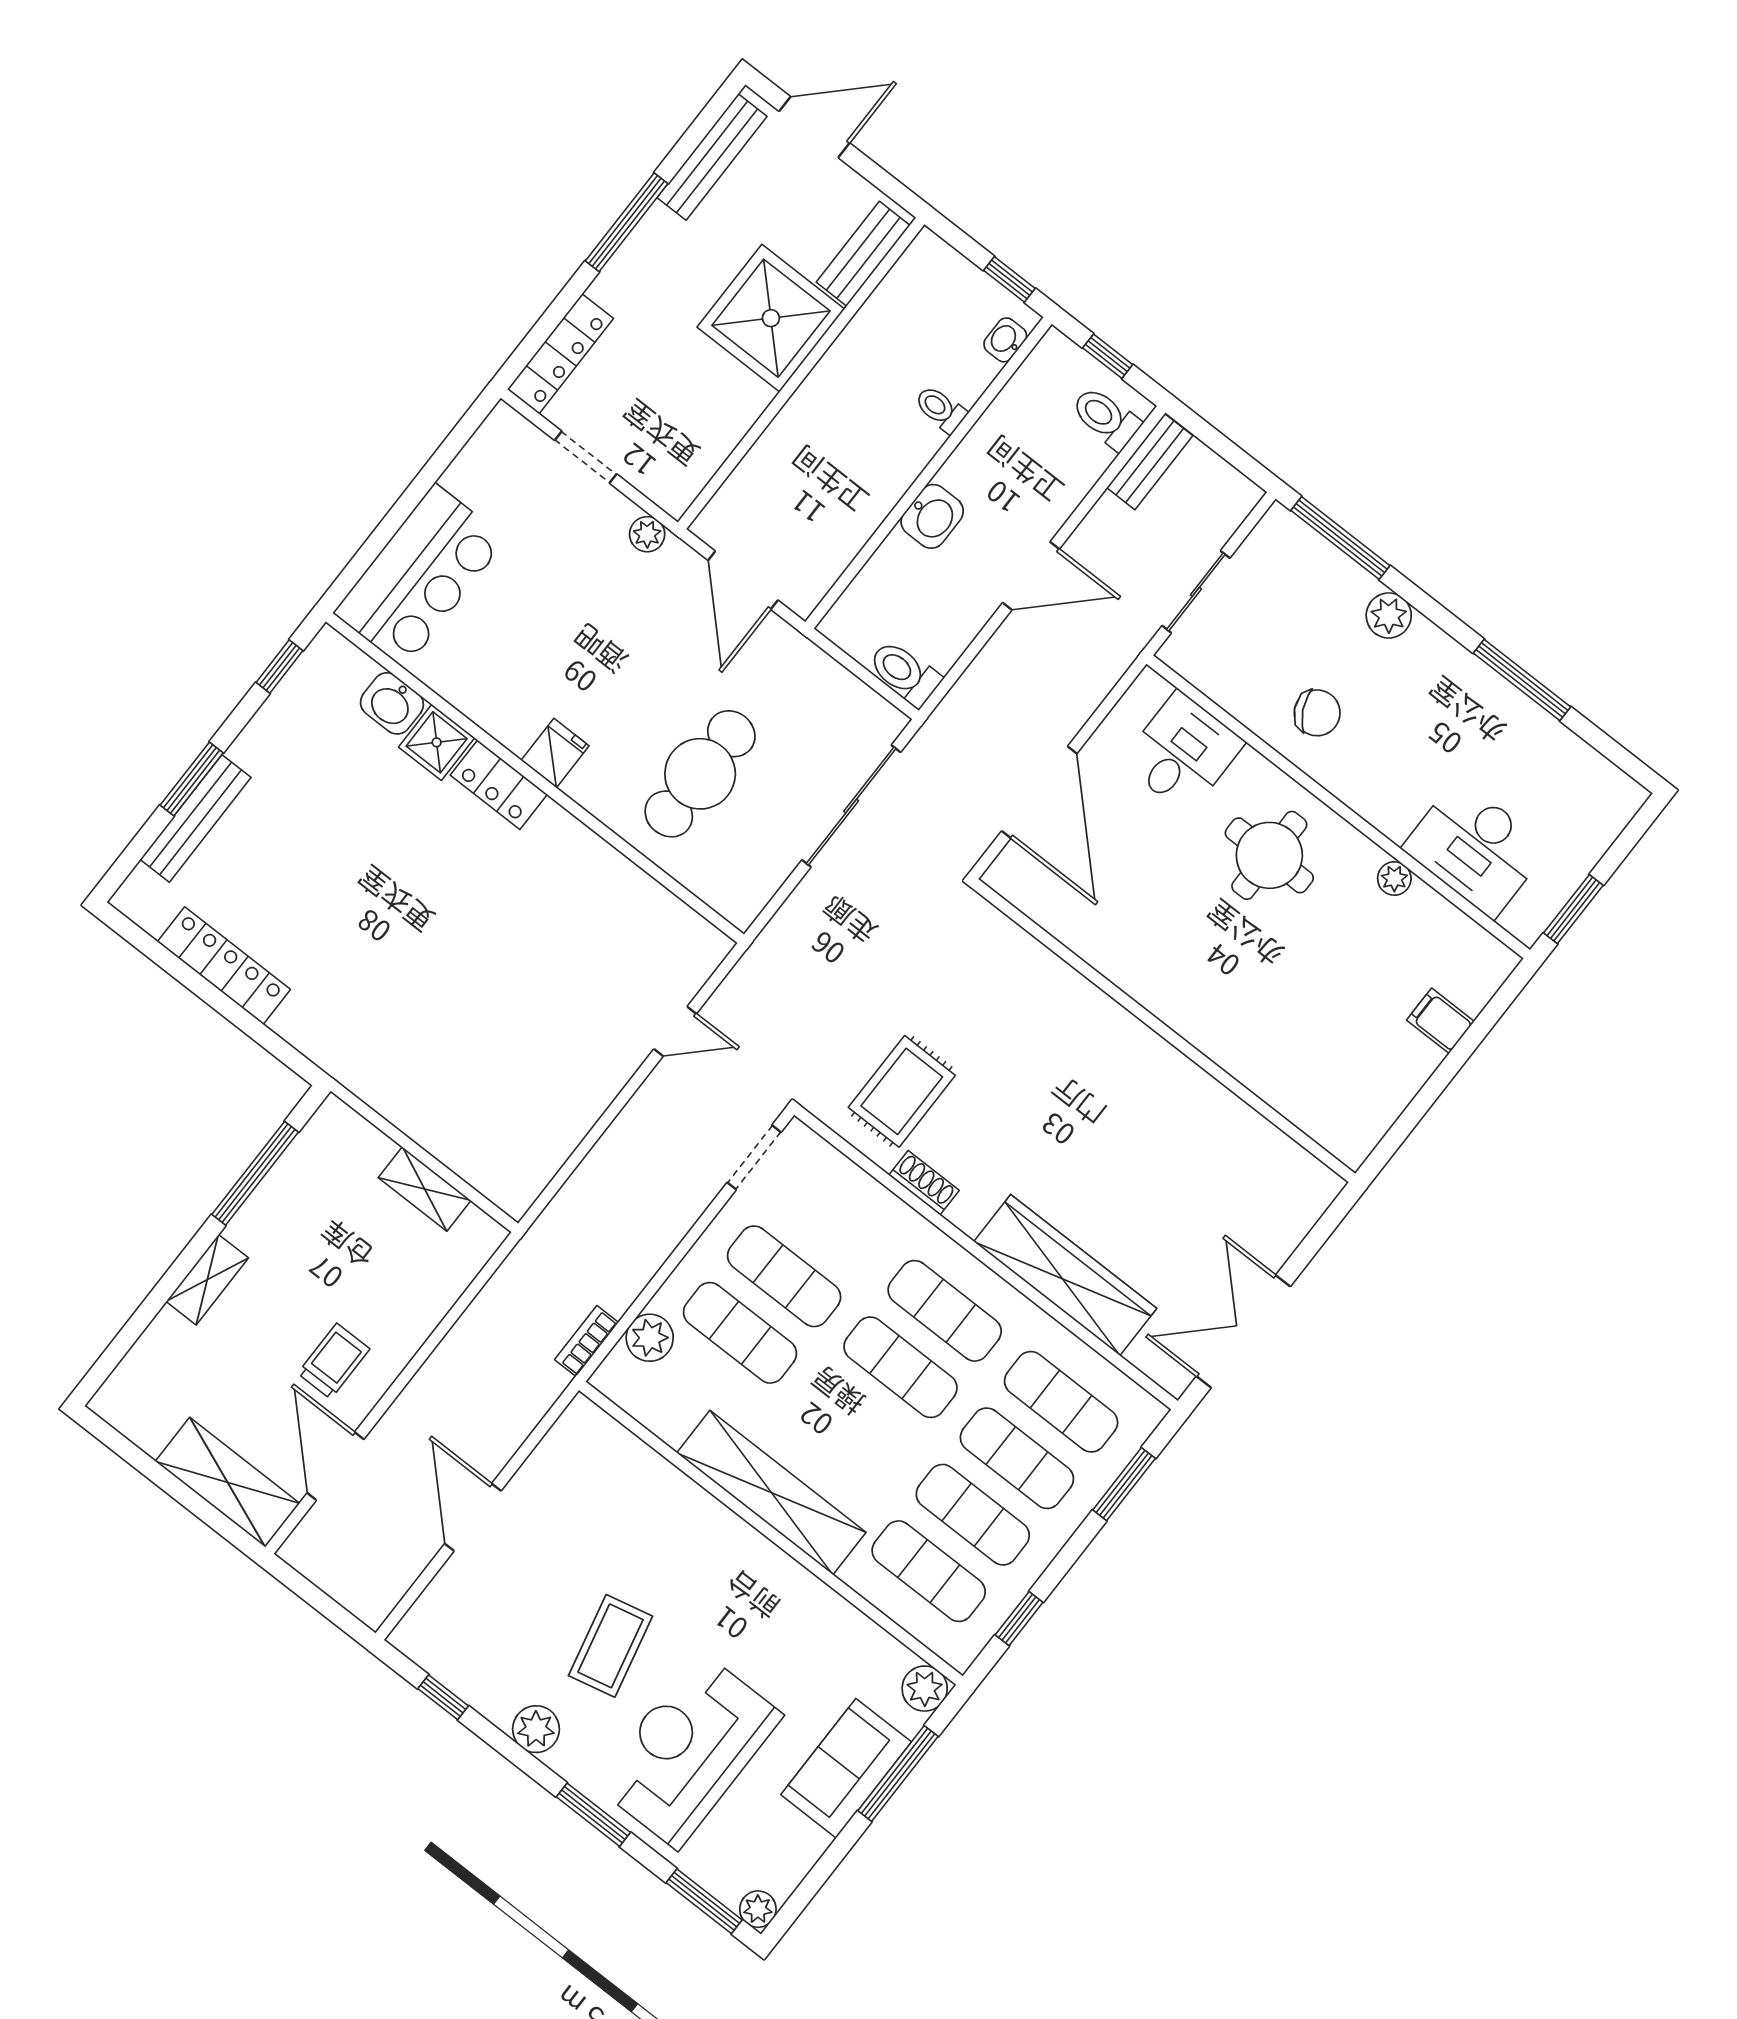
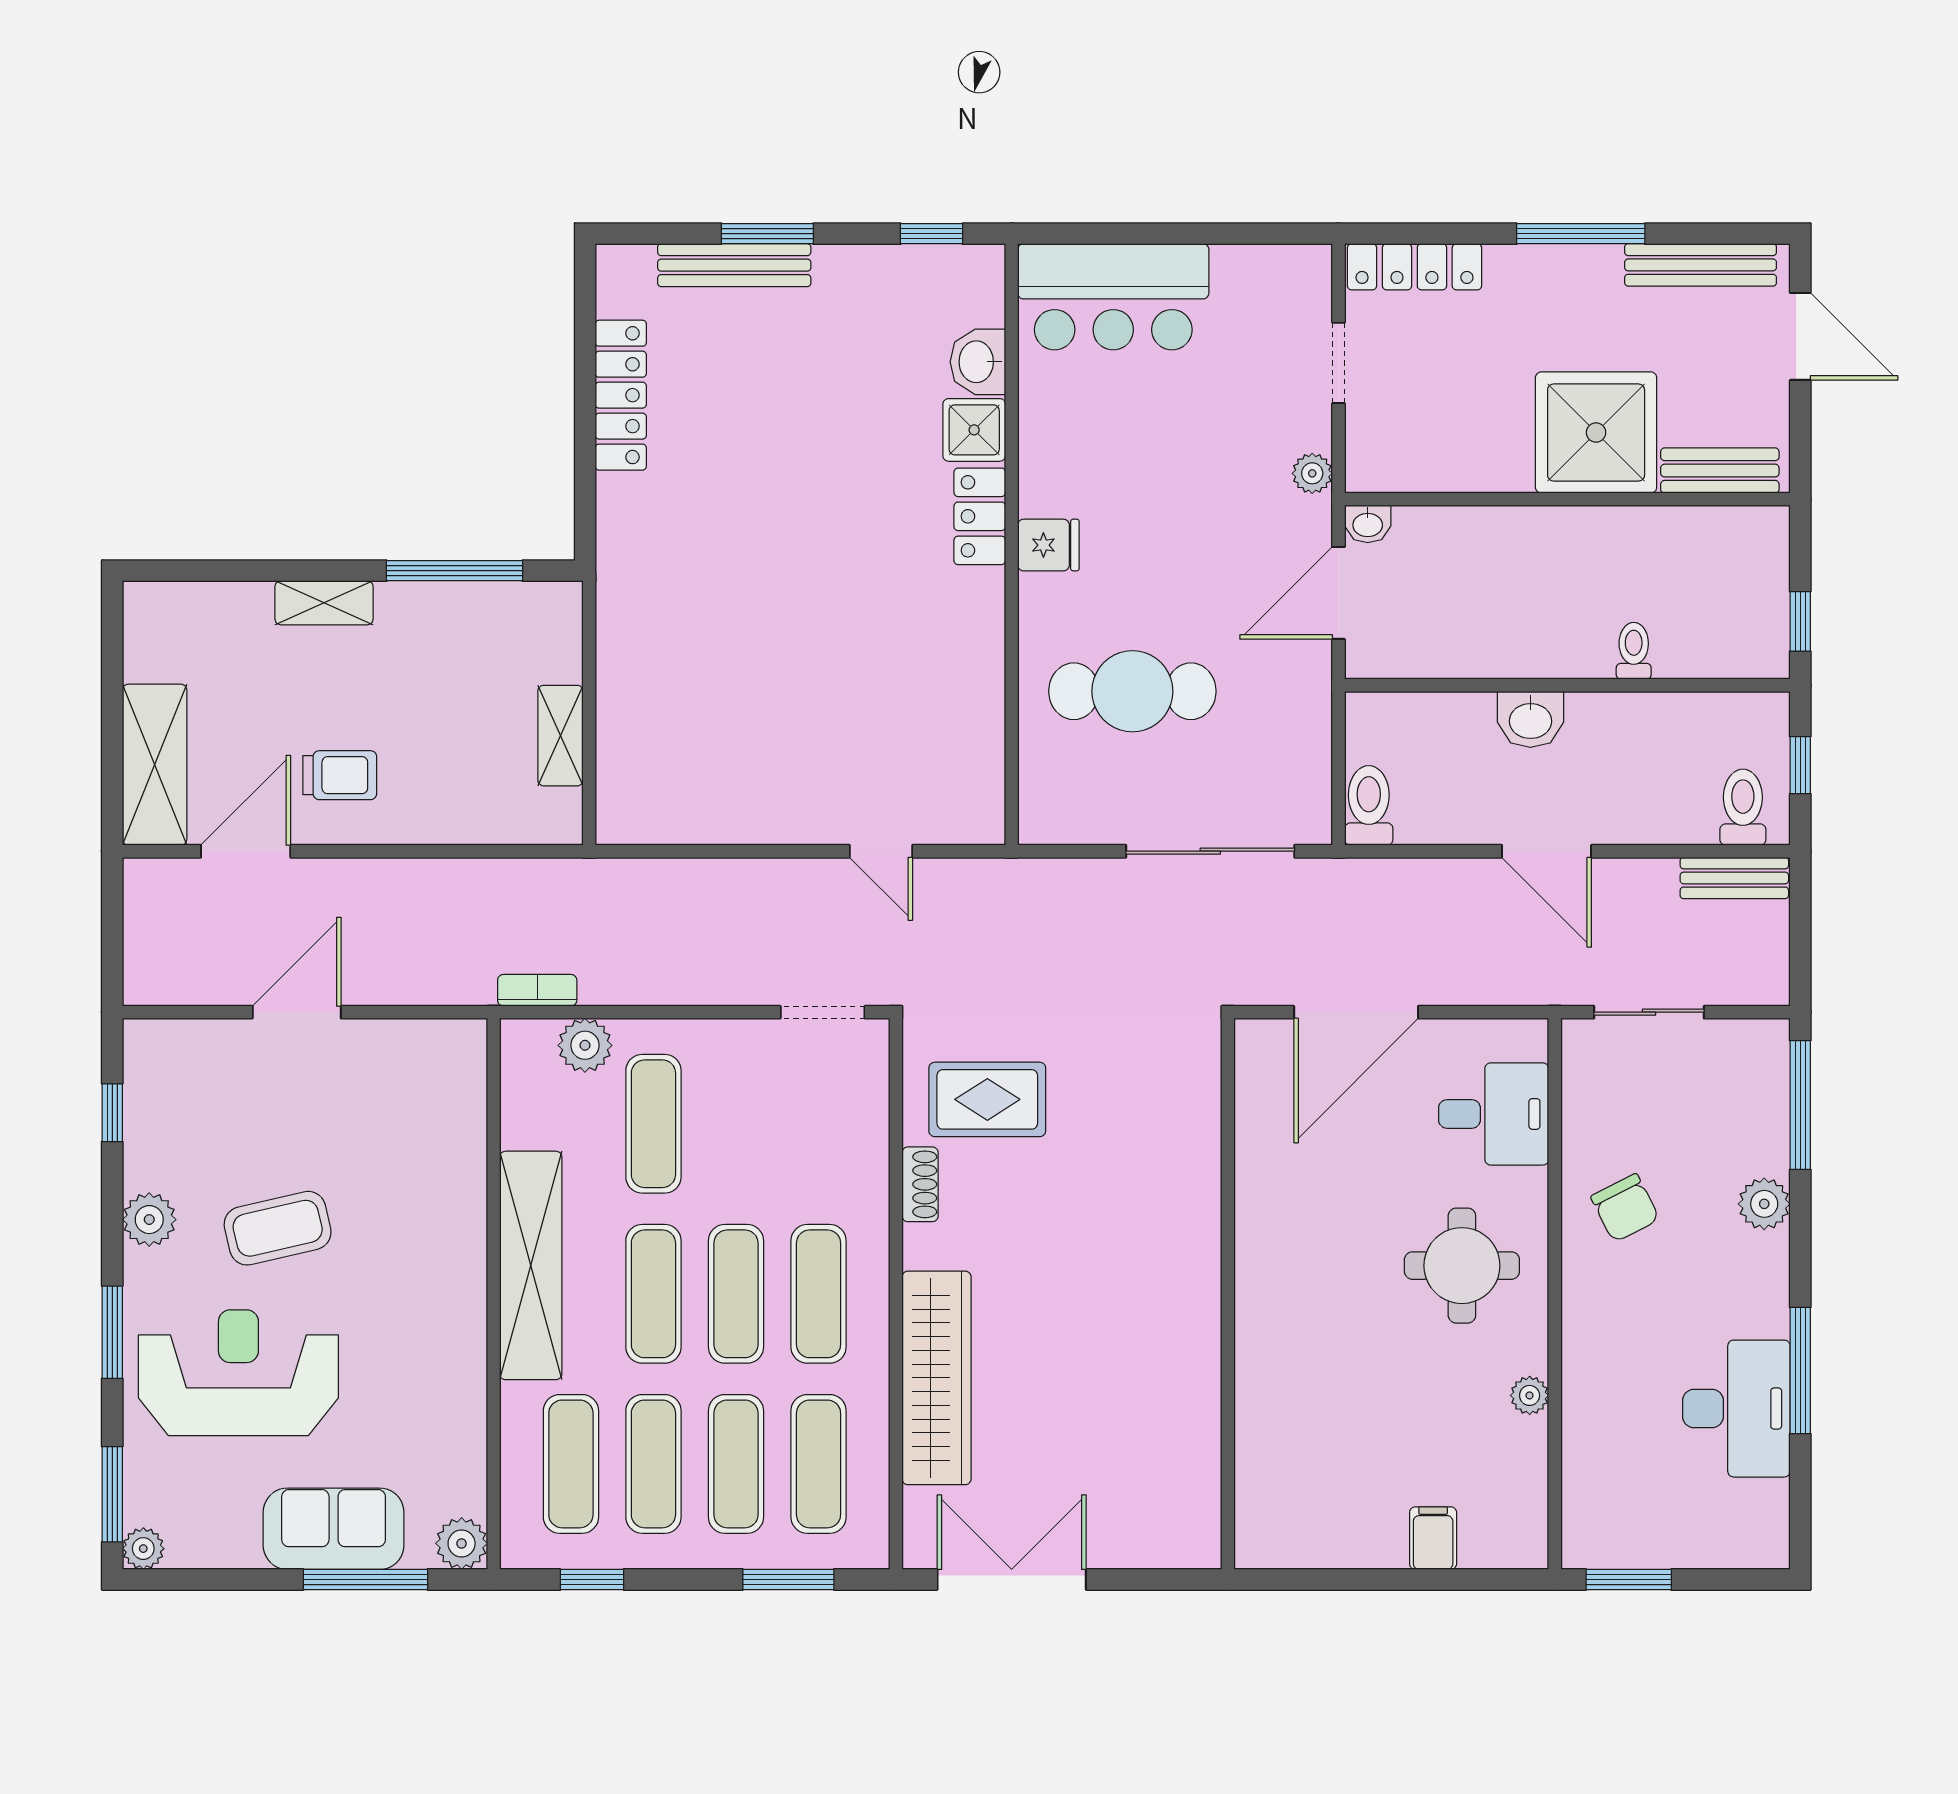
washbasin: (1005, 340) -> (1368, 524), moved, turned 180
desk: (1475, 848) -> (1736, 1409), moved, turned 180
exercise mat: (784, 1276) -> (653, 1294), moved

